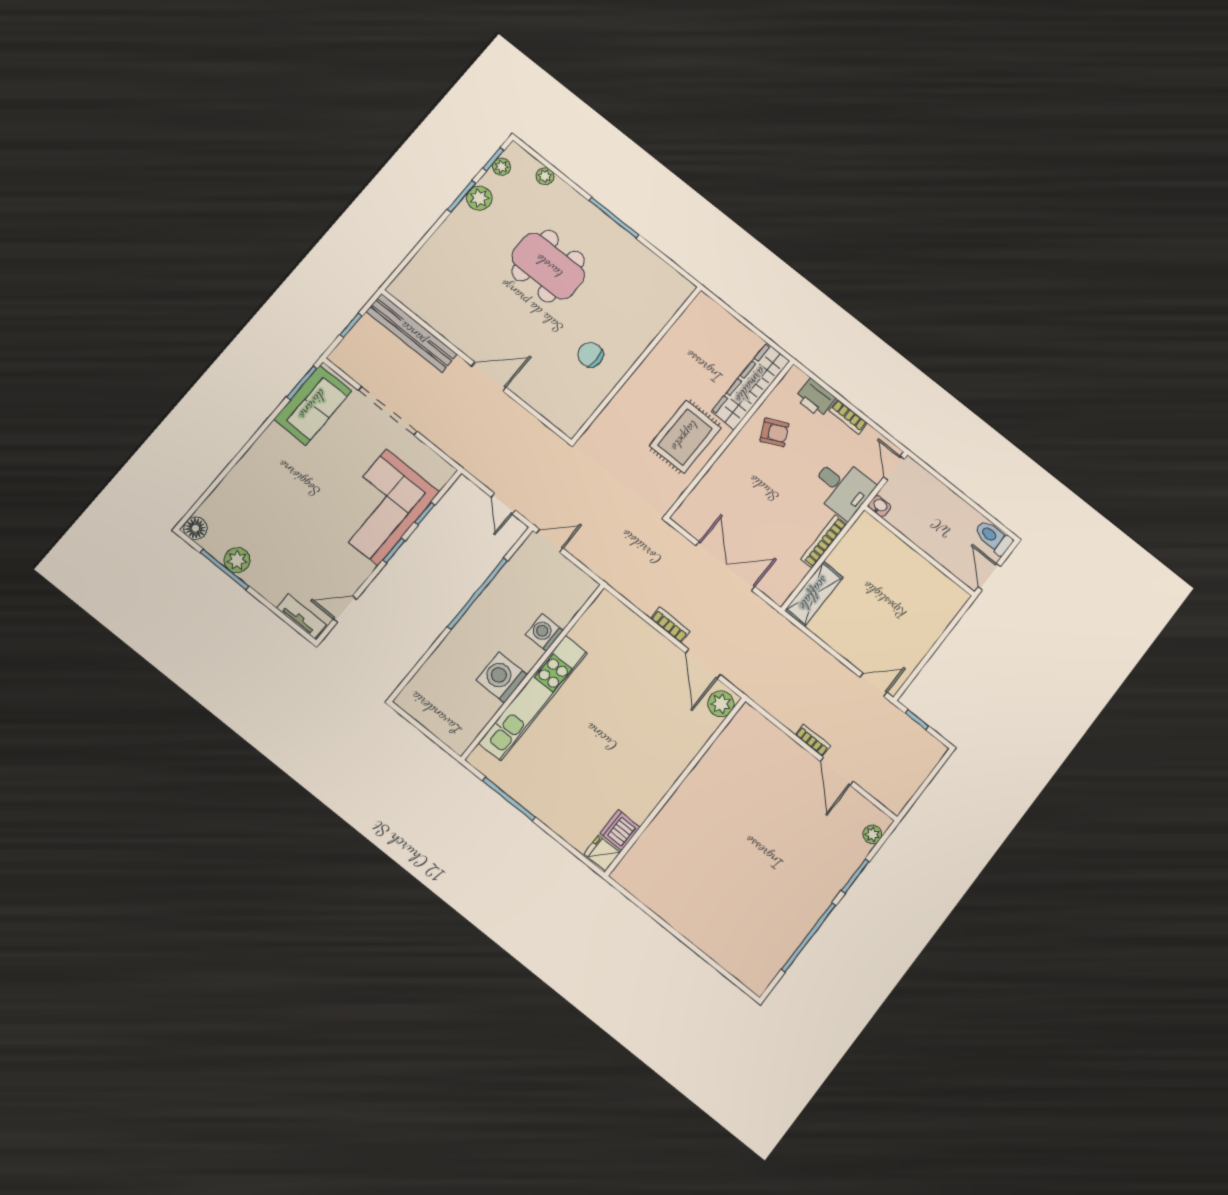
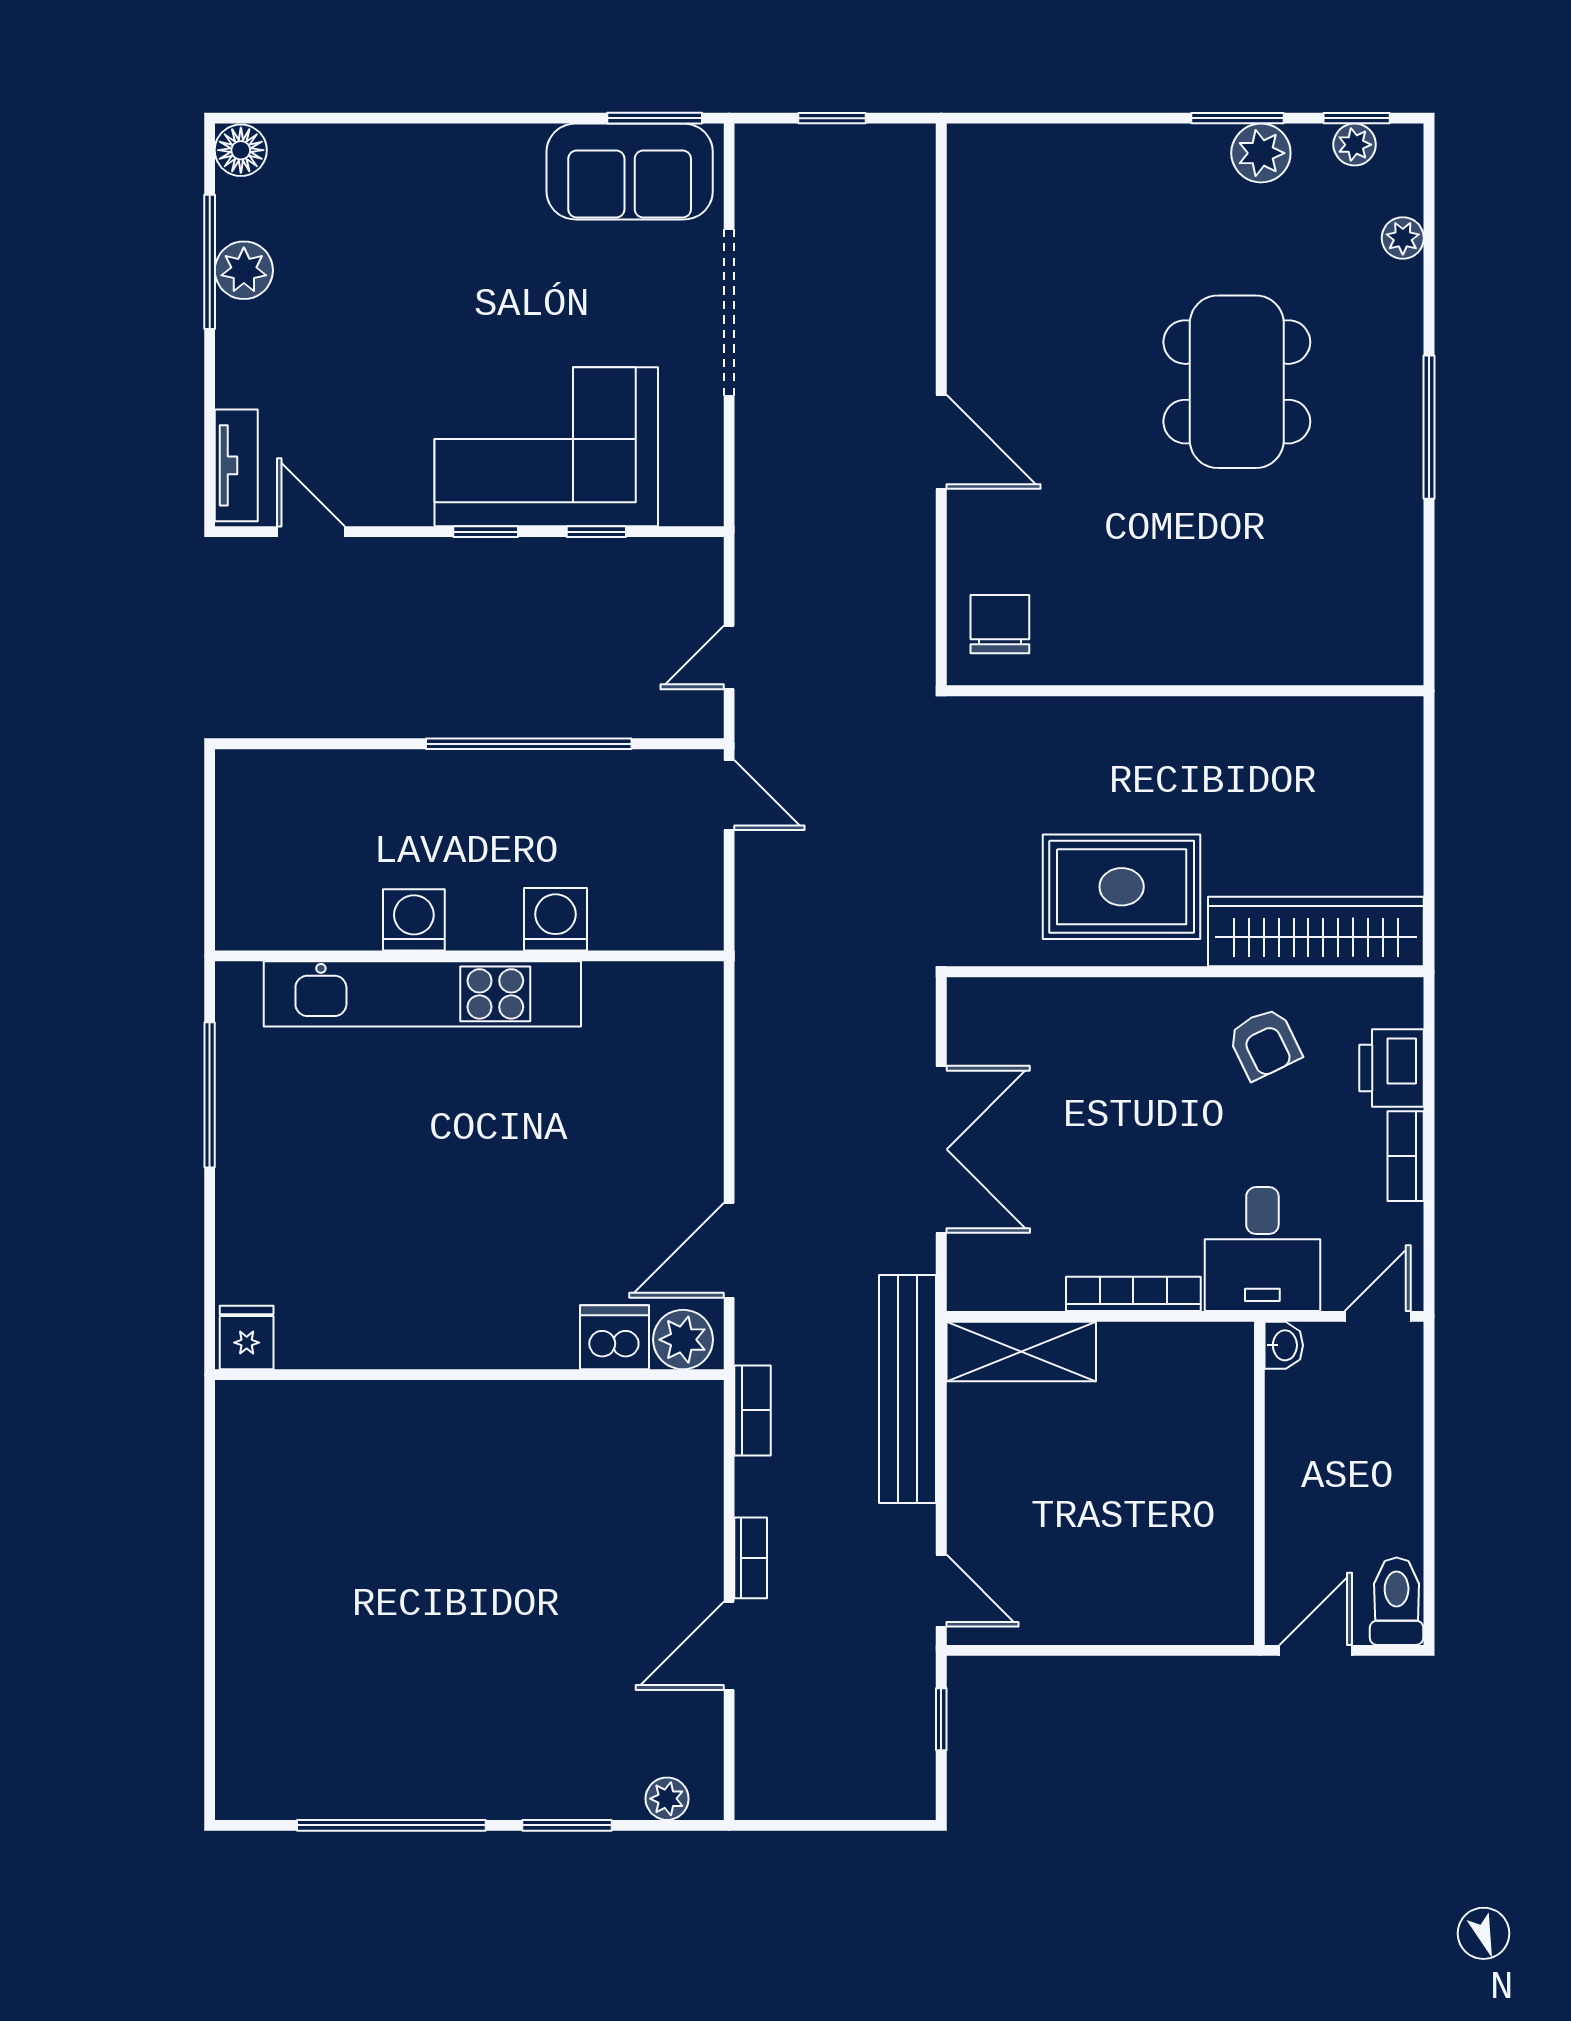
bench: (412, 333) -> (908, 1389), moved
chair: (590, 355) -> (1000, 624), moved
bookcase: (670, 625) -> (752, 1410), moved
washing machine: (502, 677) -> (414, 920), width x0.73, depth x0.73
dishwasher: (620, 830) -> (615, 1337), moved

